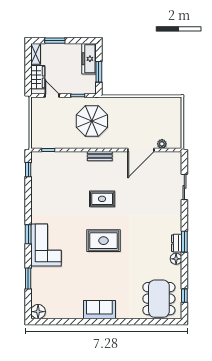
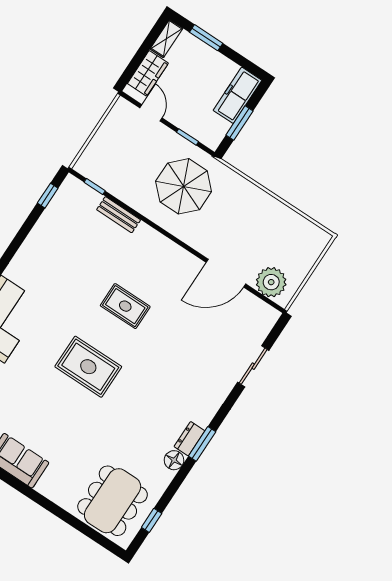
plant: (162, 144) -> (271, 282), width x1.88, depth x1.88
bench: (100, 156) -> (119, 215), moved

